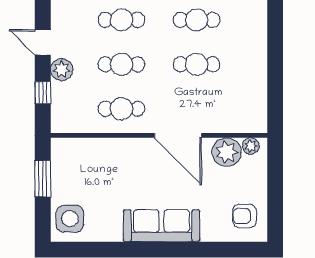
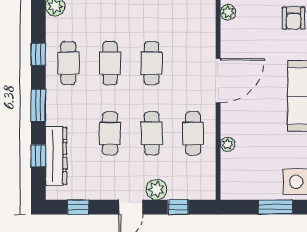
plant: (227, 152) -> (228, 144), moved, width x0.53, depth x0.53
window: (43, 179) -> (275, 207), moved

